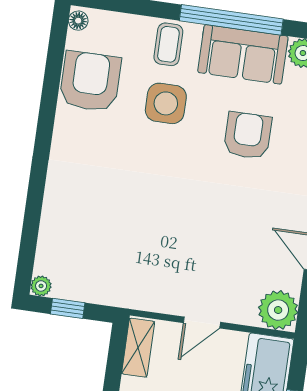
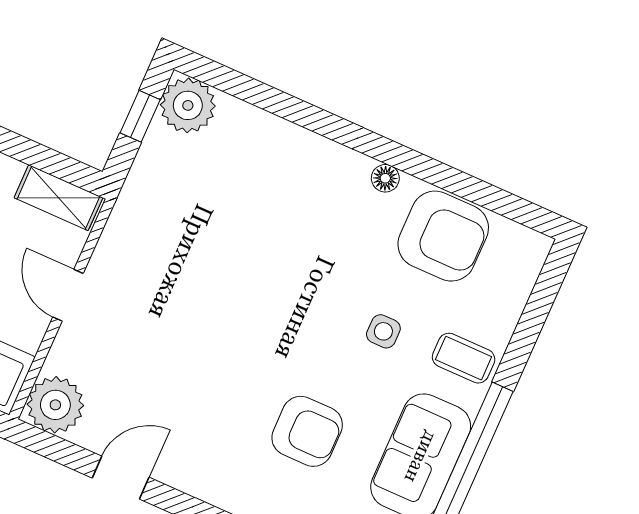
floor lamp: (78, 21) -> (385, 178), moved
side table: (166, 103) -> (383, 331), width x0.54, depth x0.54
plant: (41, 286) -> (188, 105), width x1.87, depth x1.87

